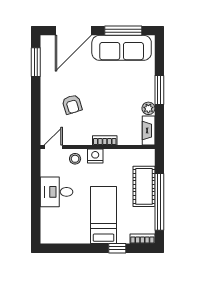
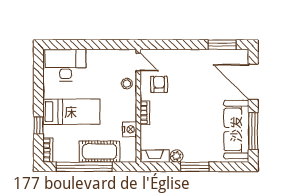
armchair: (72, 104) -> (159, 84), moved, turned 107
nightstand: (95, 156) -> (130, 129), moved
desk: (56, 192) -> (66, 65), moved, width x1.37

